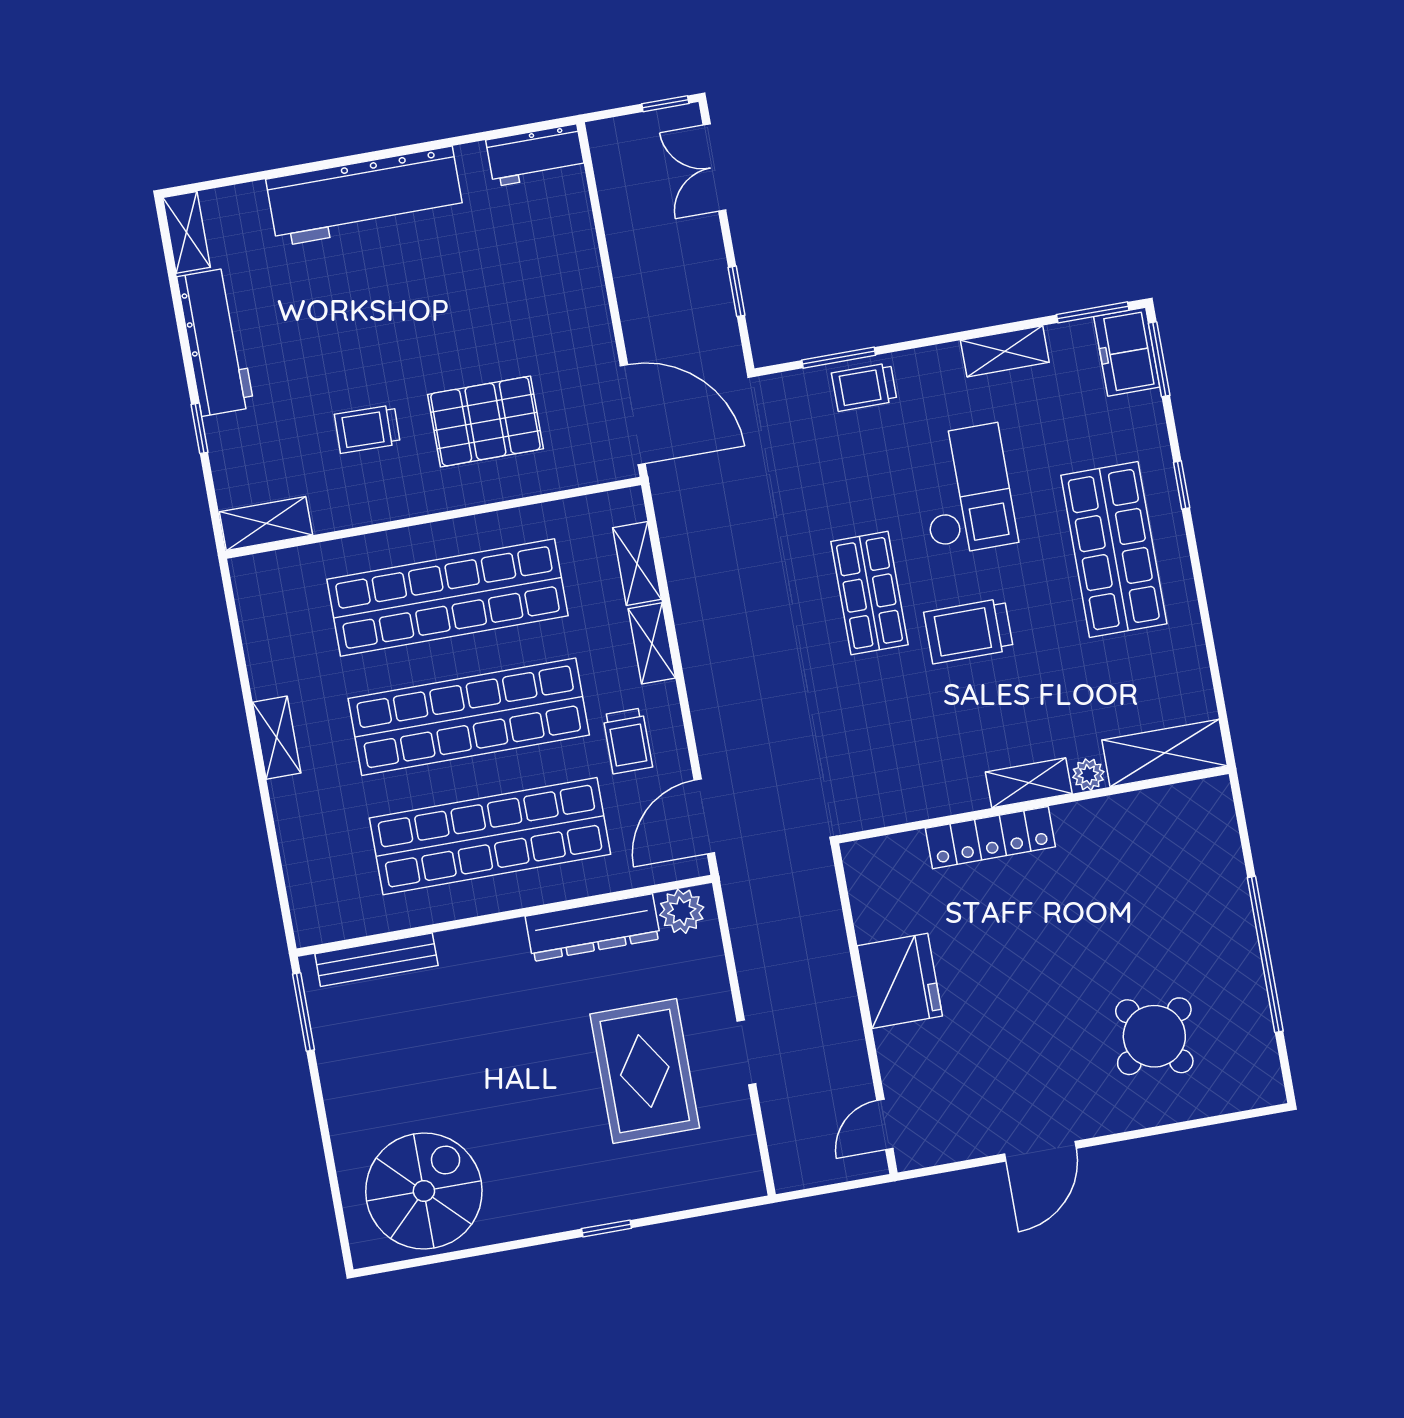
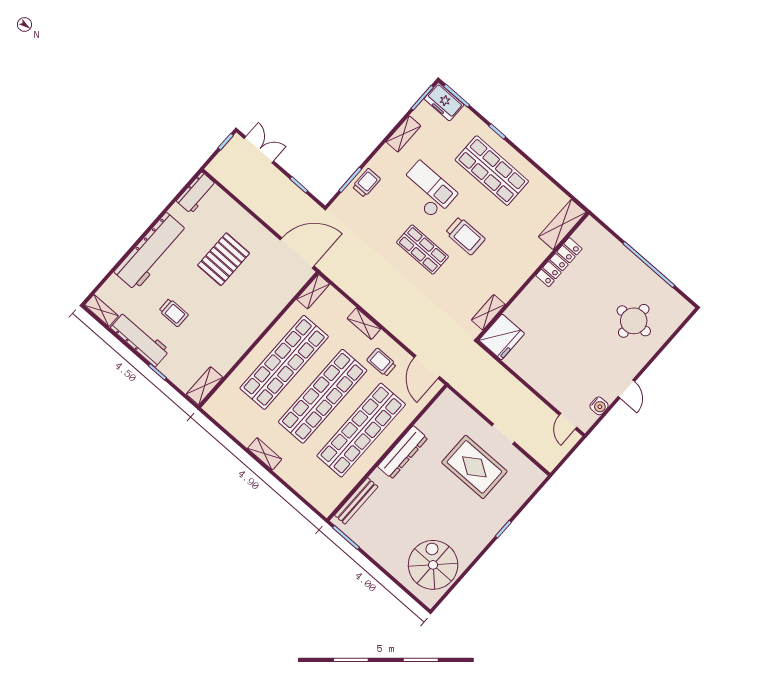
double door: (714, 168) -> (259, 150), swing flipped
trolley: (864, 387) -> (366, 183), turned 180
pallet: (485, 422) -> (224, 259), moved
trolley: (367, 429) -> (174, 313), moved, turned -91
shelving: (637, 563) -> (313, 292), moved, turned 90
trolley: (969, 631) -> (465, 236), turned -90
trolley: (628, 741) -> (382, 362), turned 180
plant: (1088, 775) -> (543, 252), removed
shelving: (1029, 783) -> (488, 312), moved
locker: (990, 838) -> (559, 262), moved
plant: (682, 911) -> (444, 404), removed
dresser: (593, 928) -> (403, 452), moved
fridge: (900, 981) -> (502, 337), moved, turned 90
round table: (1154, 1036) -> (634, 321), turned 37
water cooler: (965, 1142) -> (599, 406), added
door: (1040, 1151) -> (626, 389), width x0.73

